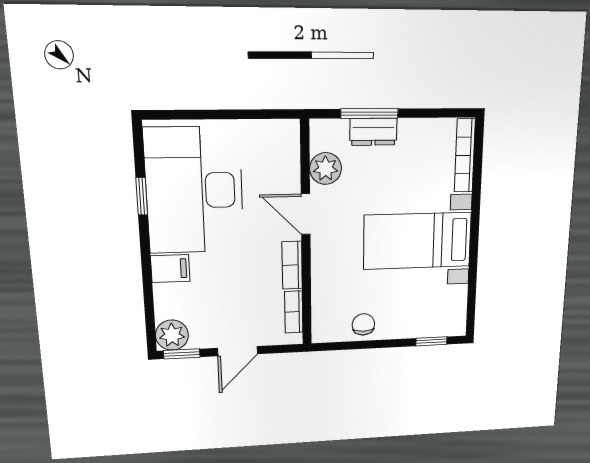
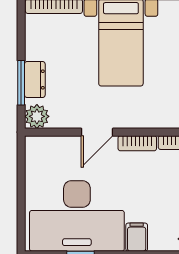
plant: (326, 169) -> (37, 116), moved

